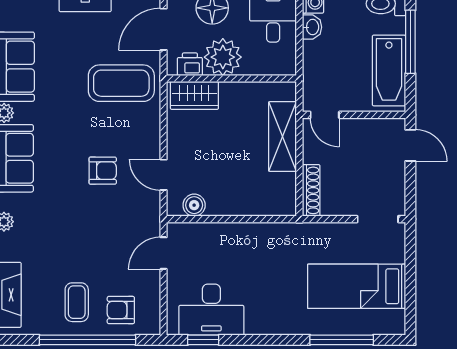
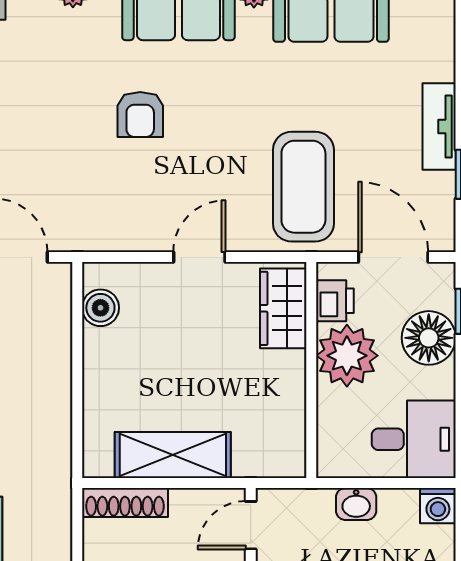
washbasin: (312, 27) -> (356, 504), moved
shelving: (283, 136) -> (173, 455), moved
armchair: (103, 171) -> (140, 114), moved
door: (164, 175) -> (199, 257), moved

